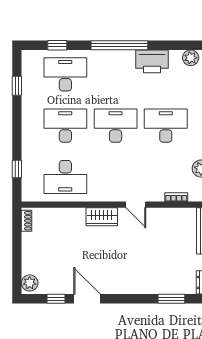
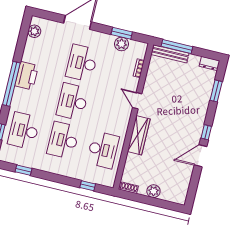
printer: (152, 61) -> (27, 76), moved
door: (136, 205) -> (137, 101), swing flipped
wardrobe: (102, 217) -> (139, 135), width x1.50
plant: (30, 283) -> (153, 191), moved
window: (56, 299) -> (206, 132), moved

